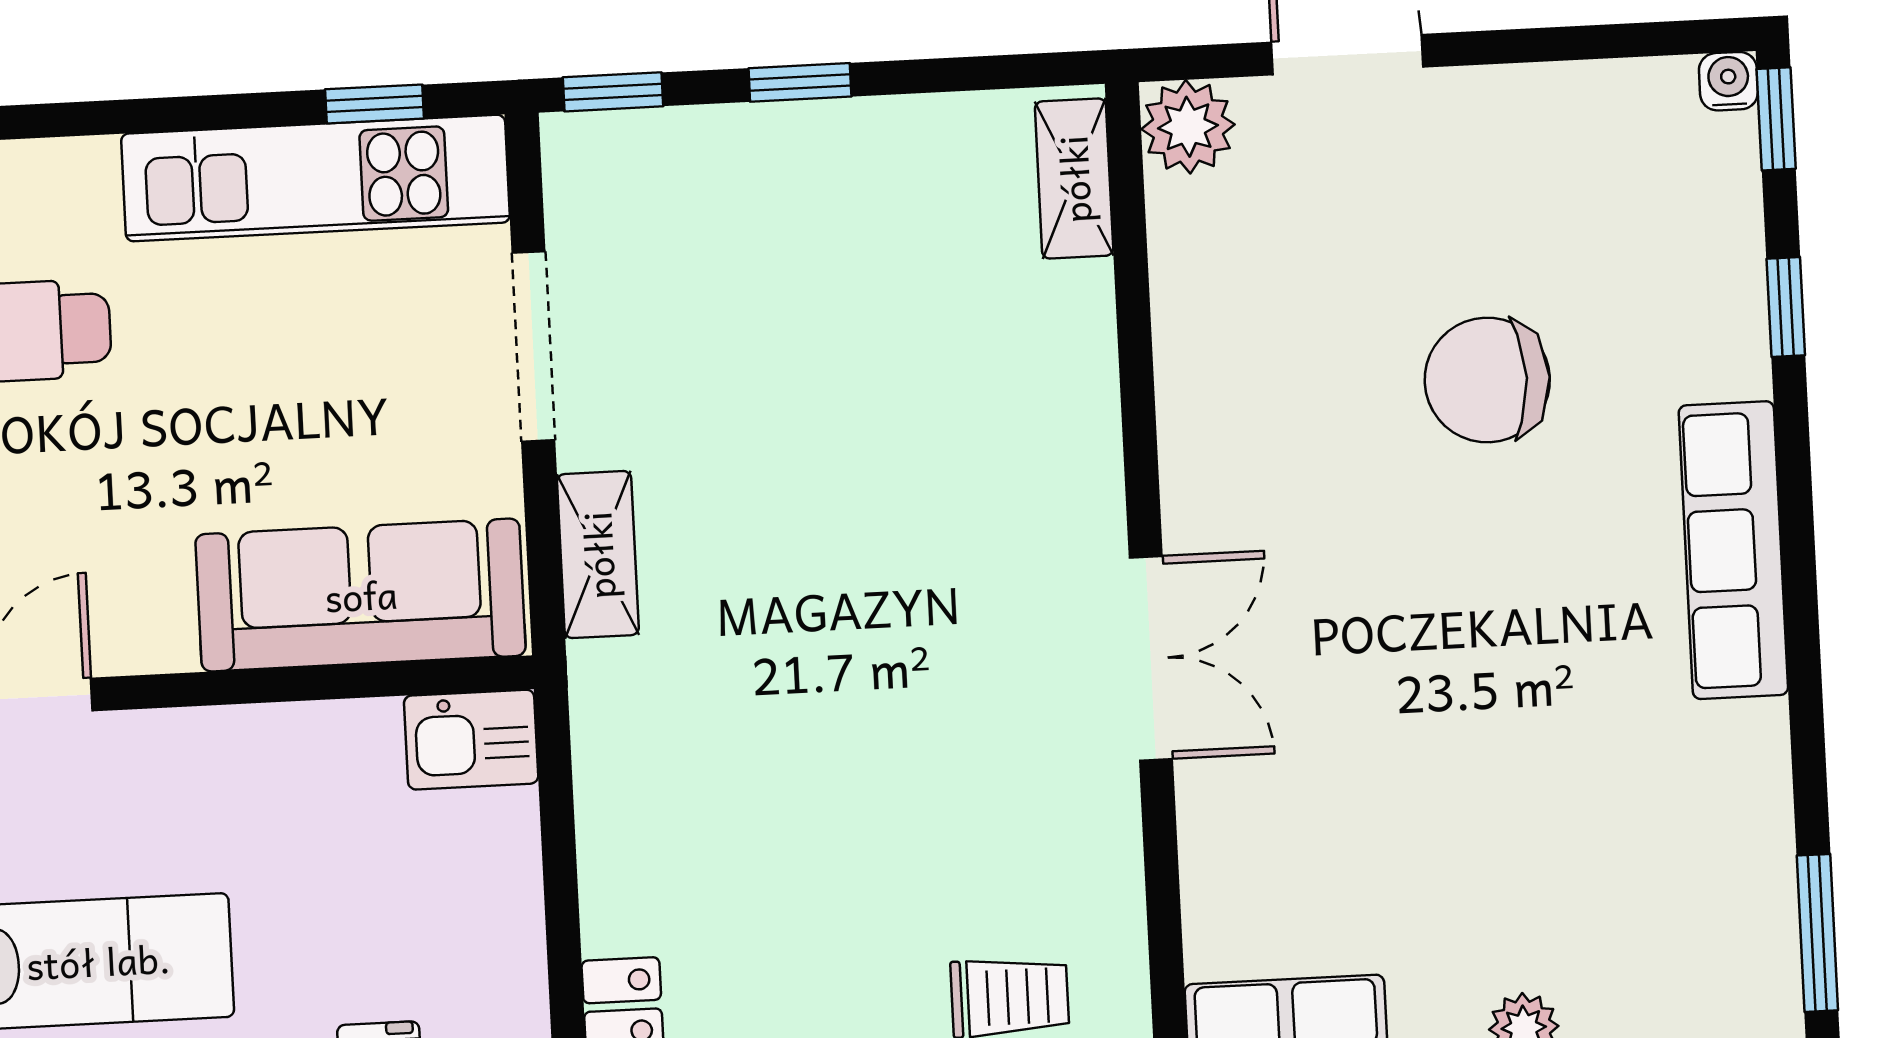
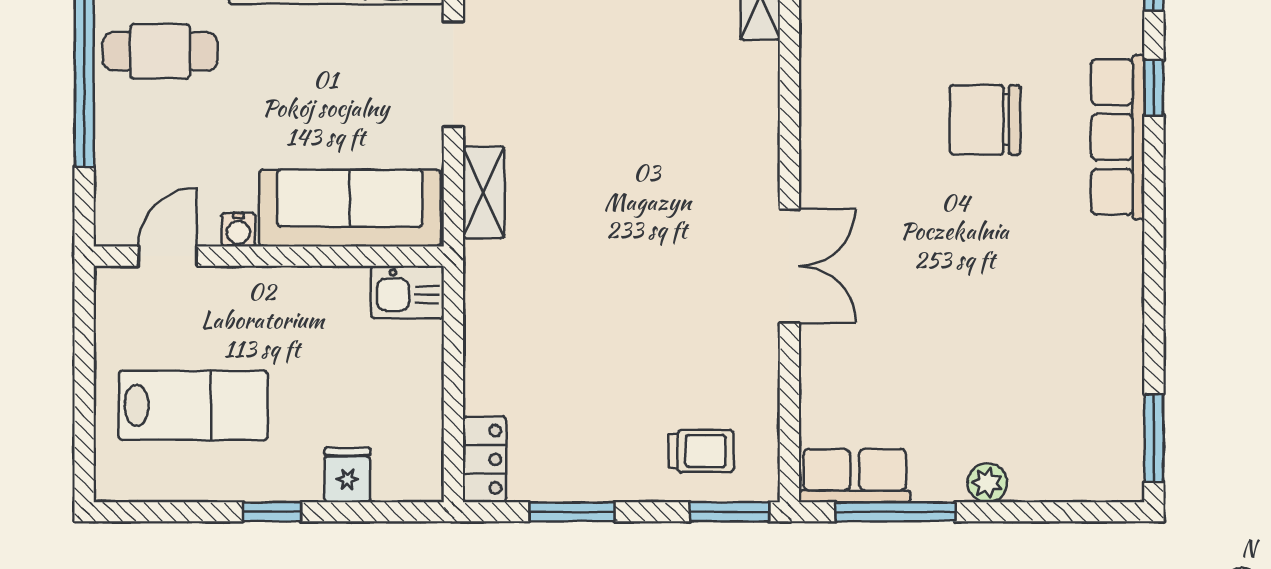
row of seats: (1733, 550) -> (1118, 137), moved
water cooler: (164, 644) -> (238, 230), added

